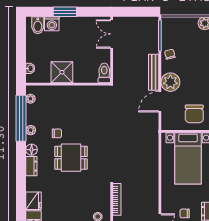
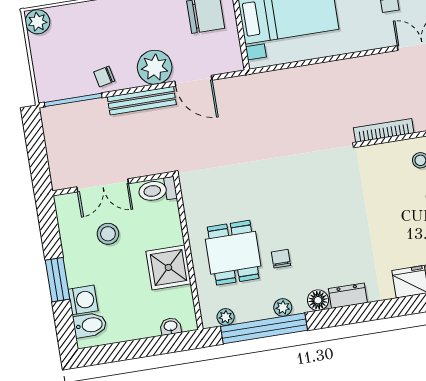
double door: (112, 34) -> (103, 185), moved
stool: (85, 43) -> (108, 234), added
dining table: (71, 158) -> (233, 253), moved

